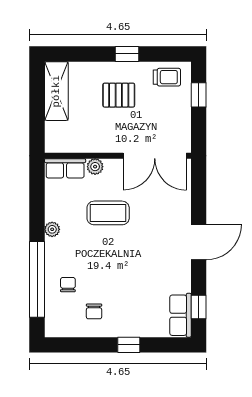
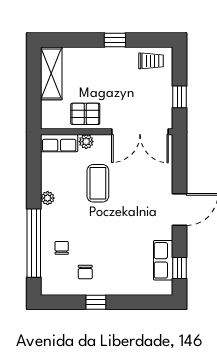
pallet: (119, 95) -> (85, 114), moved
window: (199, 95) -> (179, 97), moved
coffee table: (108, 213) -> (98, 183), turned 90
row of seats: (180, 315) -> (163, 260), moved
window: (129, 345) -> (96, 302), moved

